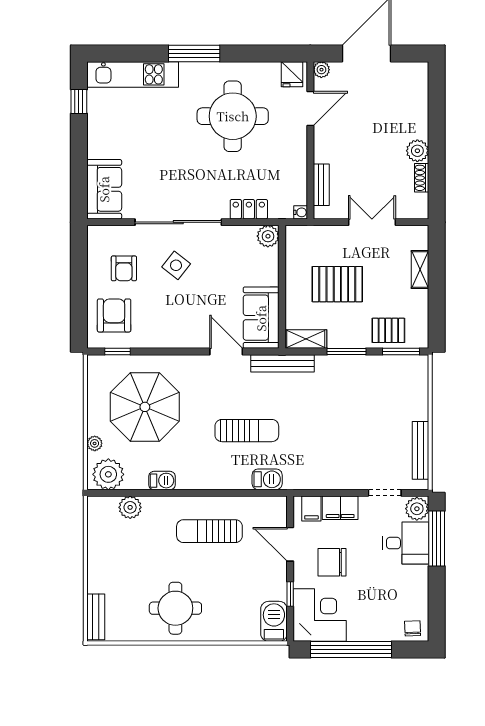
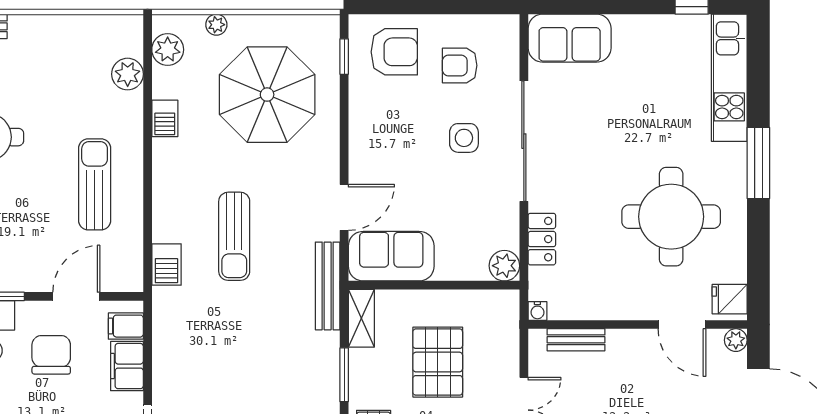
side table: (176, 265) -> (464, 138), turned -38
plant: (108, 474) -> (168, 50), width x0.73, depth x0.73

